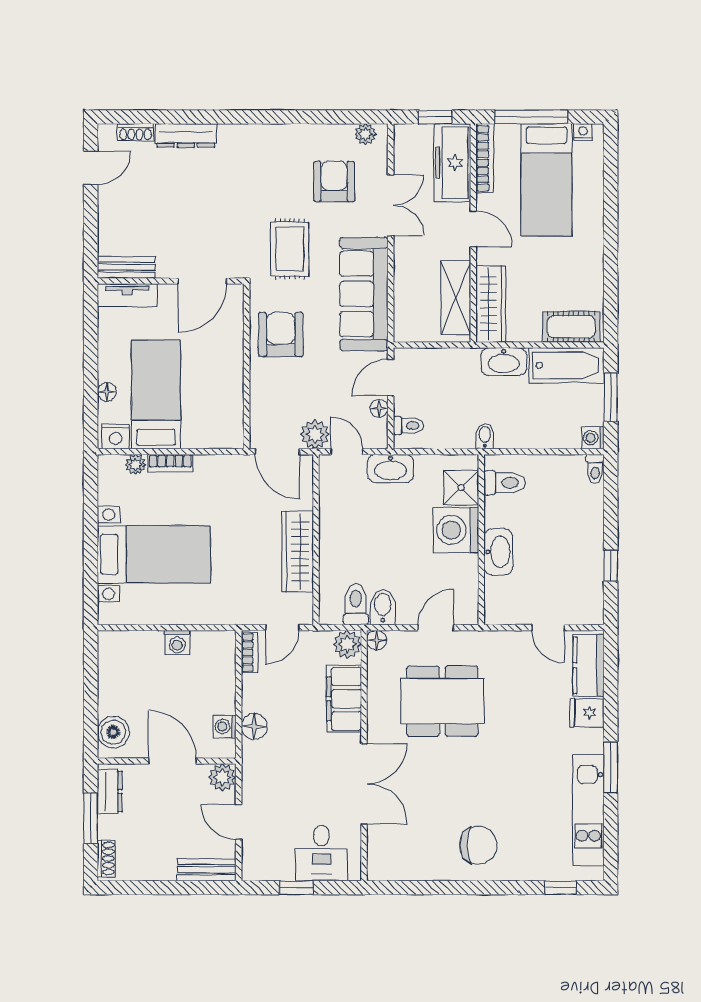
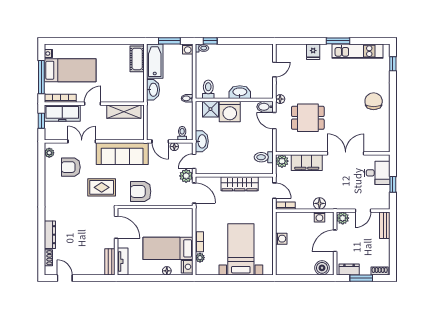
wardrobe: (491, 304) -> (127, 96), removed
door: (277, 452) -> (194, 193), hinge flipped
window: (611, 566) -> (210, 41), moved
bidet: (383, 607) -> (265, 107), moved
floor lamp: (377, 640) -> (280, 99), moved
kitchen counter: (589, 665) -> (292, 51), removed
dining table: (442, 701) -> (308, 118), width x0.73

